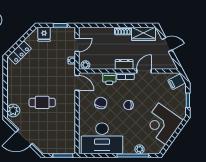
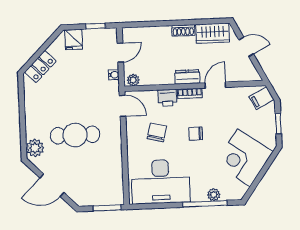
cafe table: (42, 102) -> (75, 135), width x1.37, depth x1.35

